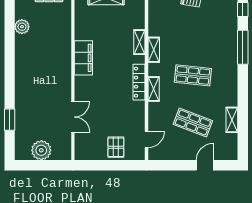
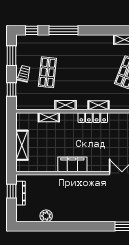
shelving: (139, 42) -> (49, 117), moved
shop shelf: (193, 75) -> (47, 72), moved

